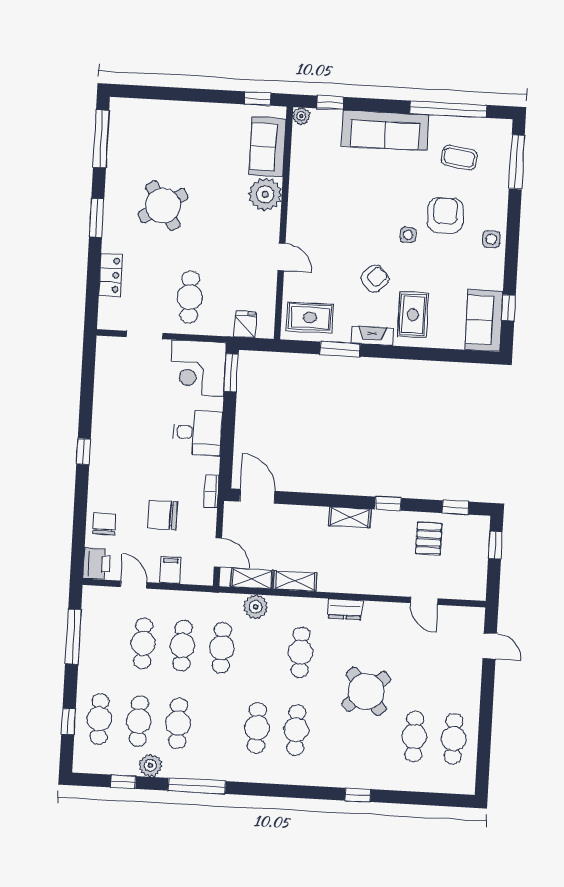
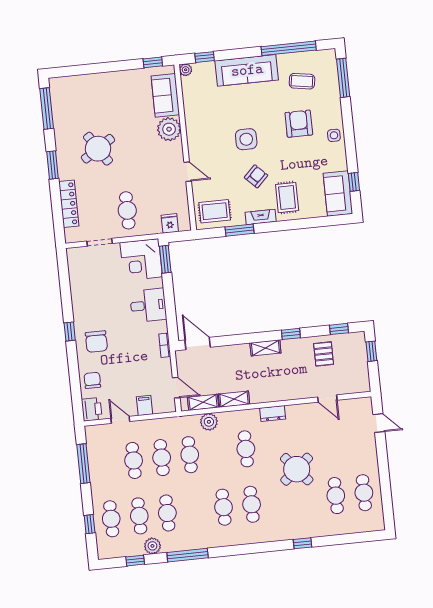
side table: (408, 235) -> (246, 139), moved, width x1.87, depth x1.87
locker: (111, 275) -> (69, 204), width x1.53
chair: (163, 515) -> (96, 342), moved, turned -90

